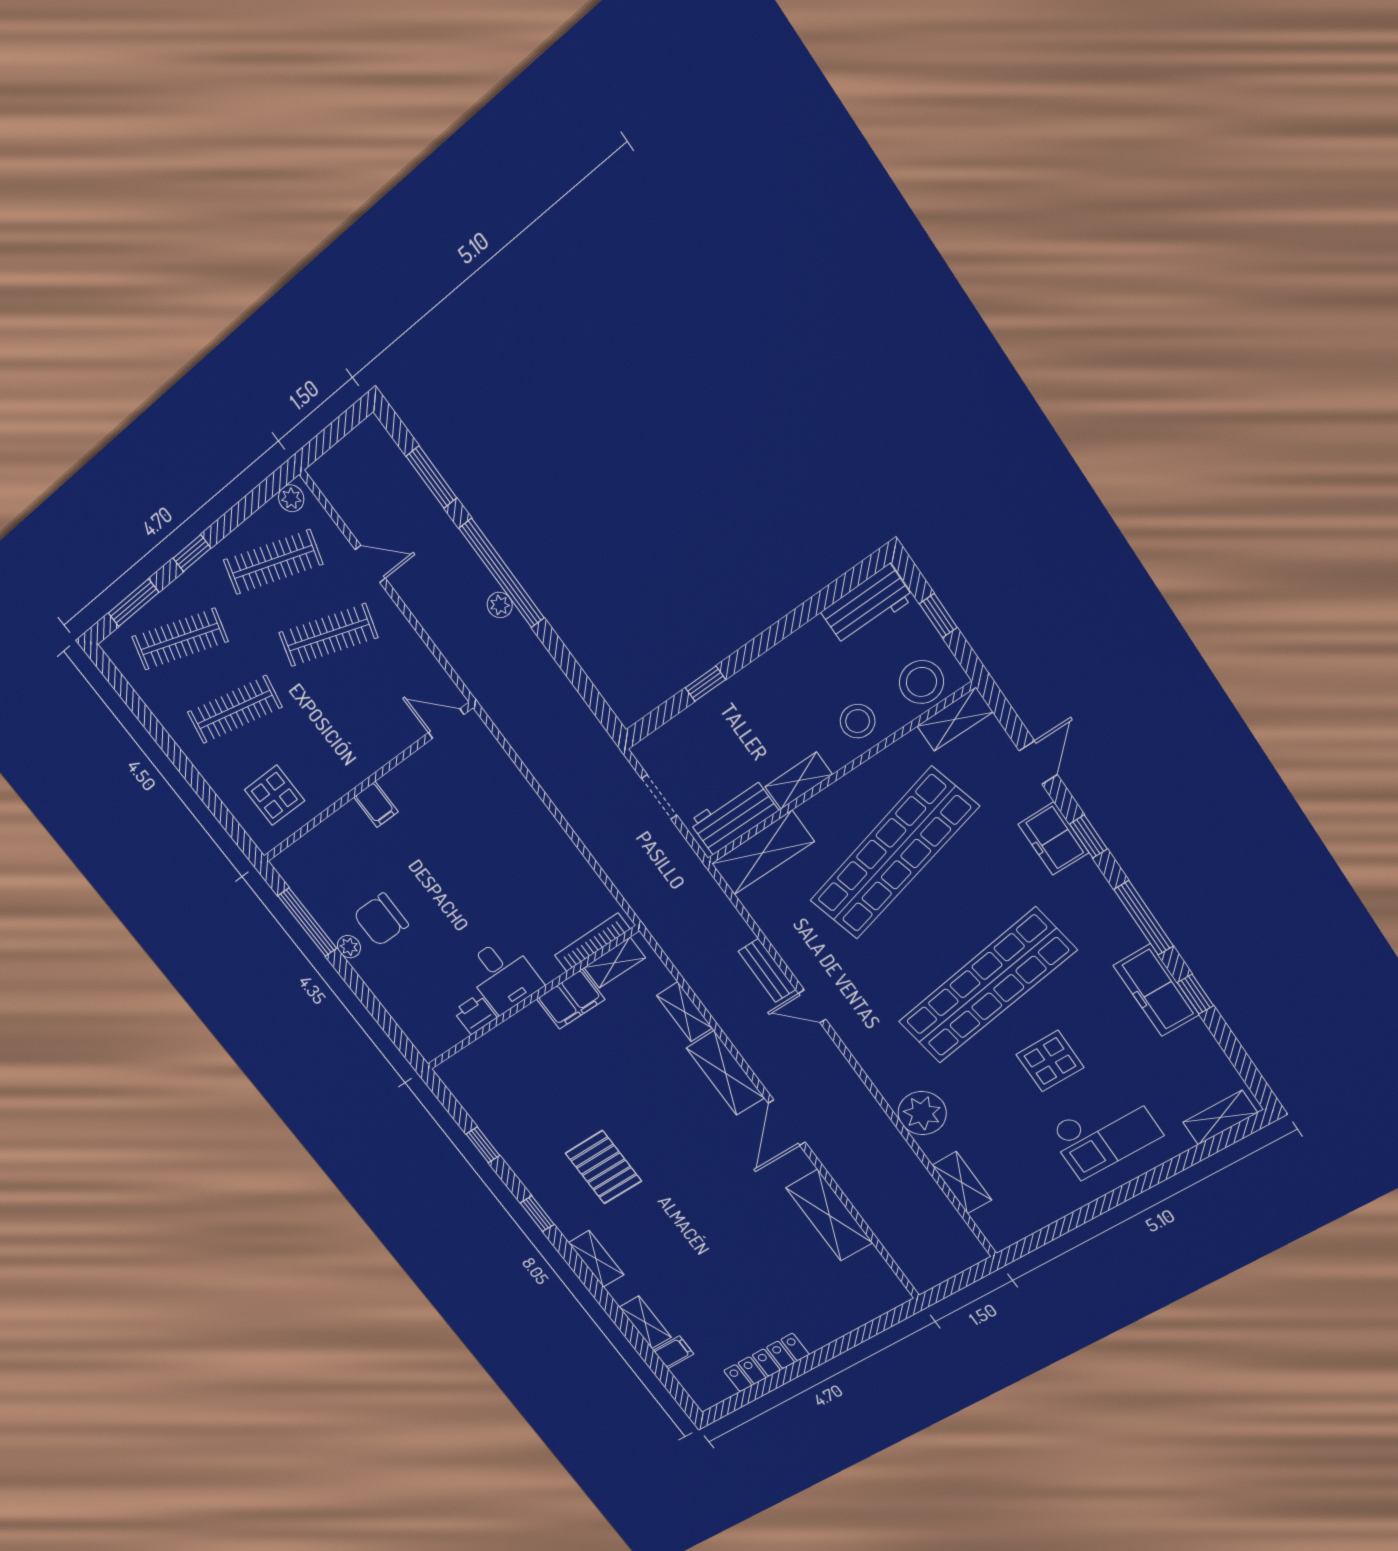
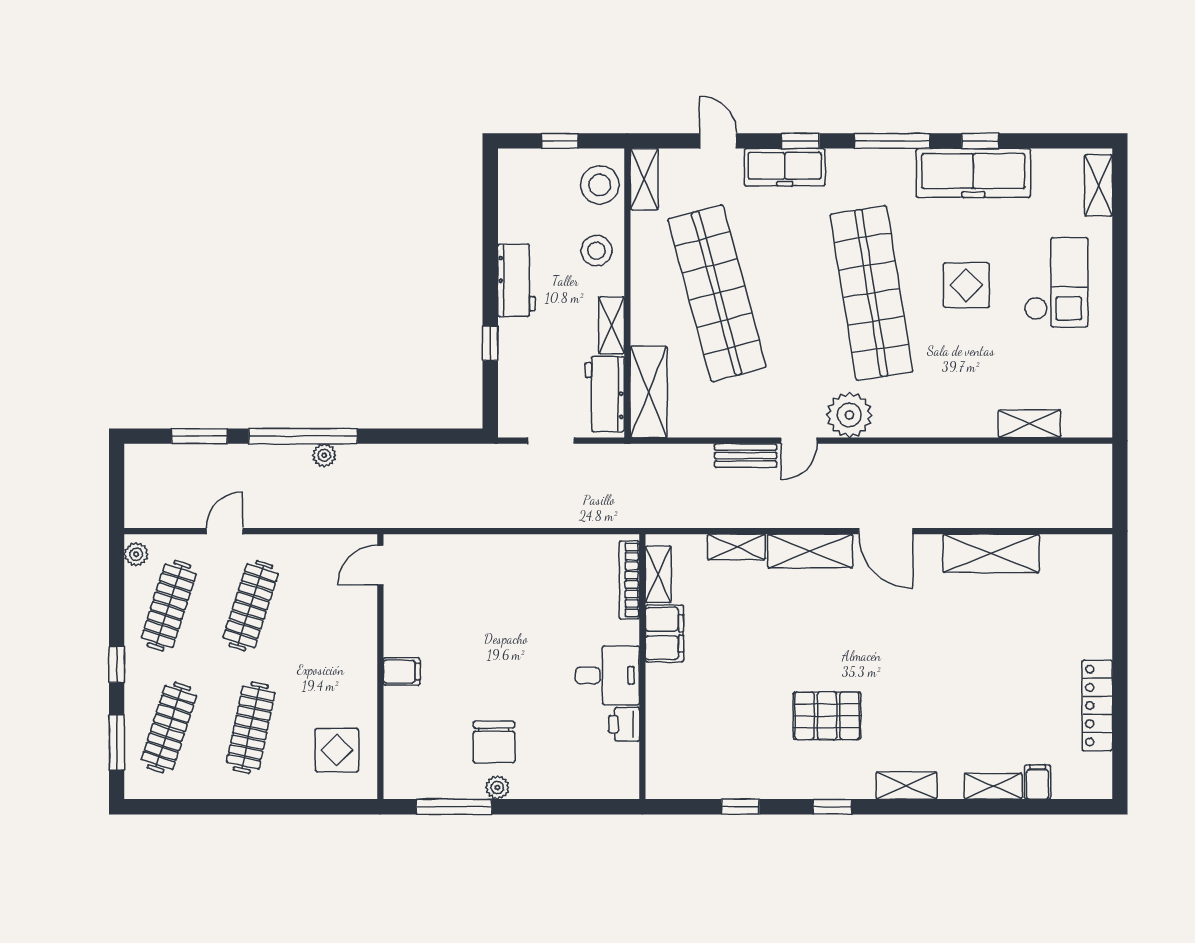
workbench: (867, 605) -> (517, 280), moved
freezer: (1053, 838) -> (785, 167), width x1.40
freezer: (1156, 990) -> (973, 173), width x1.36, depth x1.26
plant: (922, 1113) -> (849, 415), moved

